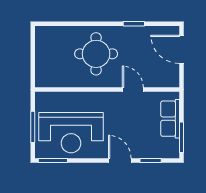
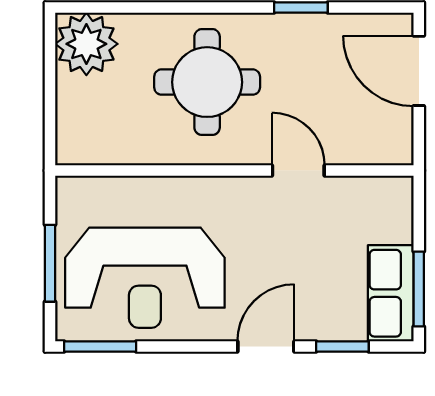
plant: (47, 39) -> (86, 44), added
row of seats: (170, 119) -> (391, 293), moved
door: (120, 160) -> (266, 346), hinge flipped

